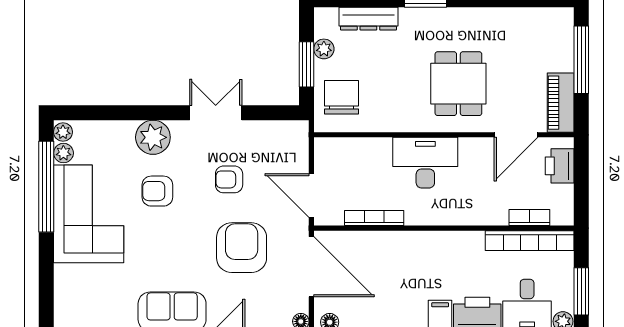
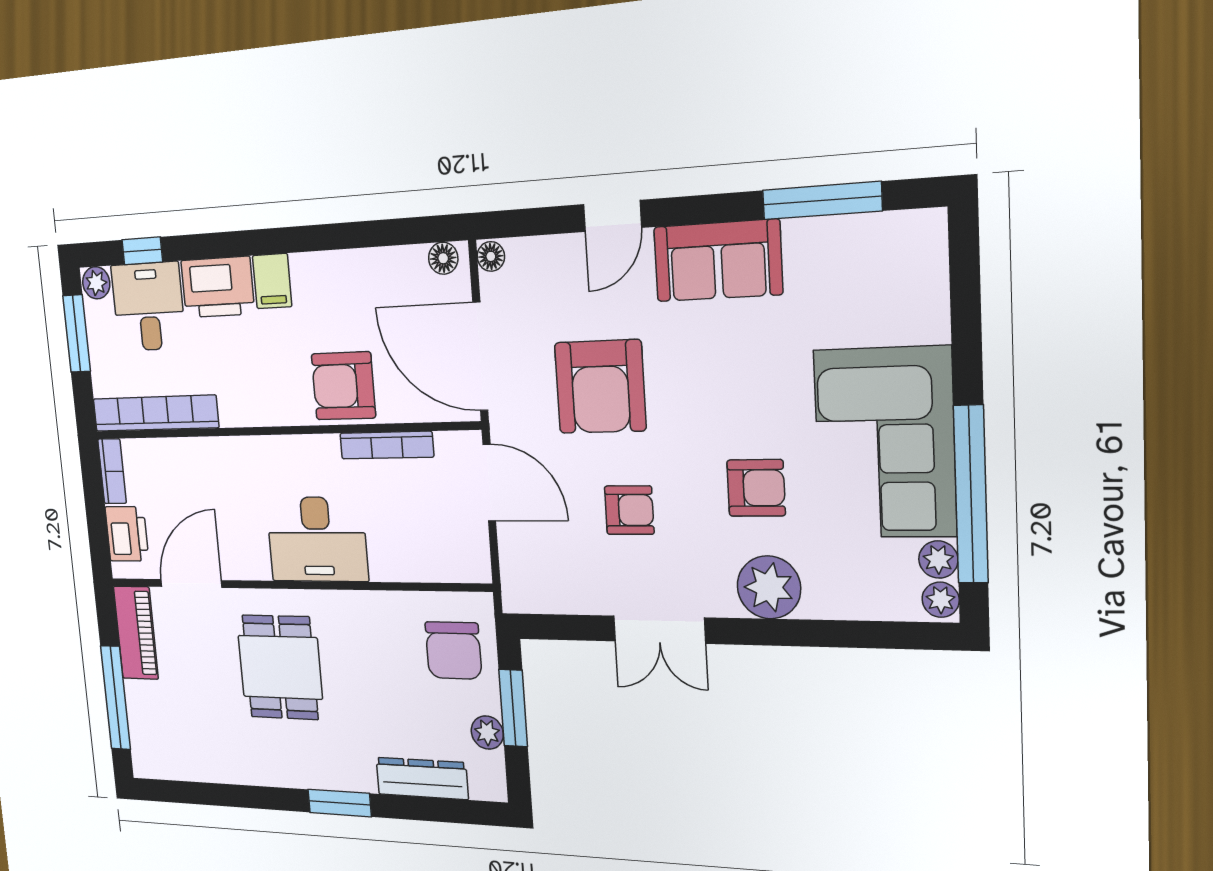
bookcase: (529, 217) -> (112, 471), moved, turned -90
armchair: (399, 253) -> (343, 386), added

